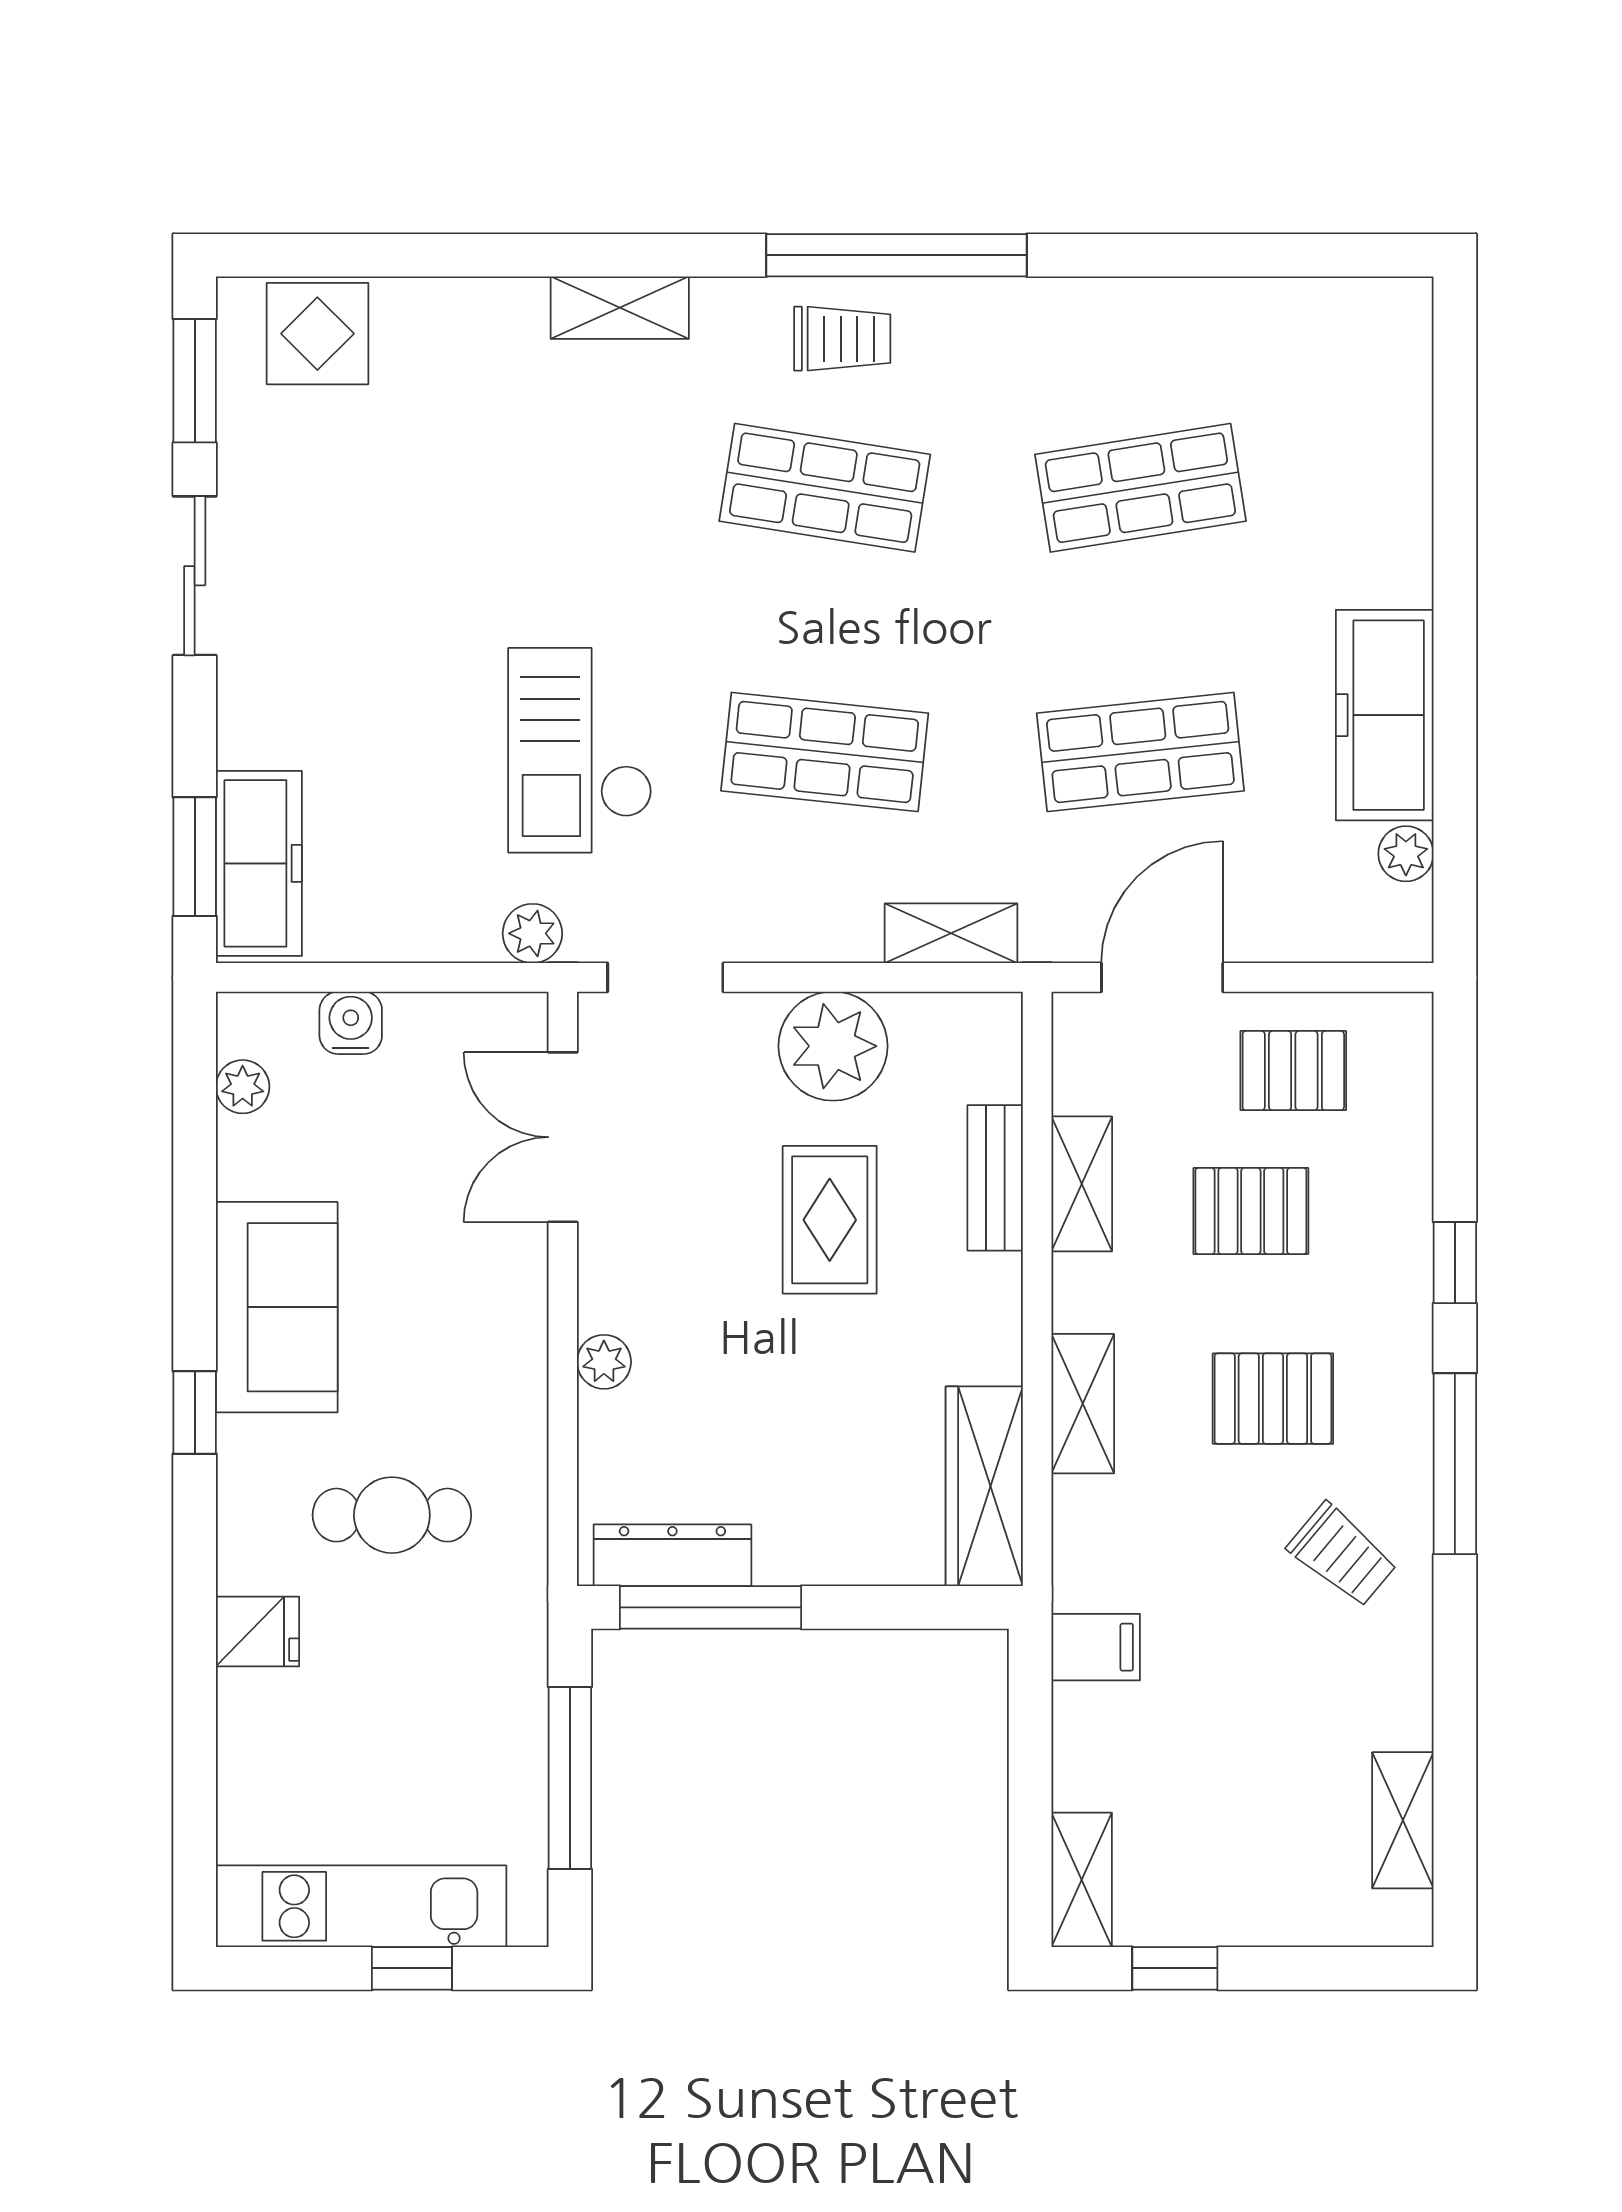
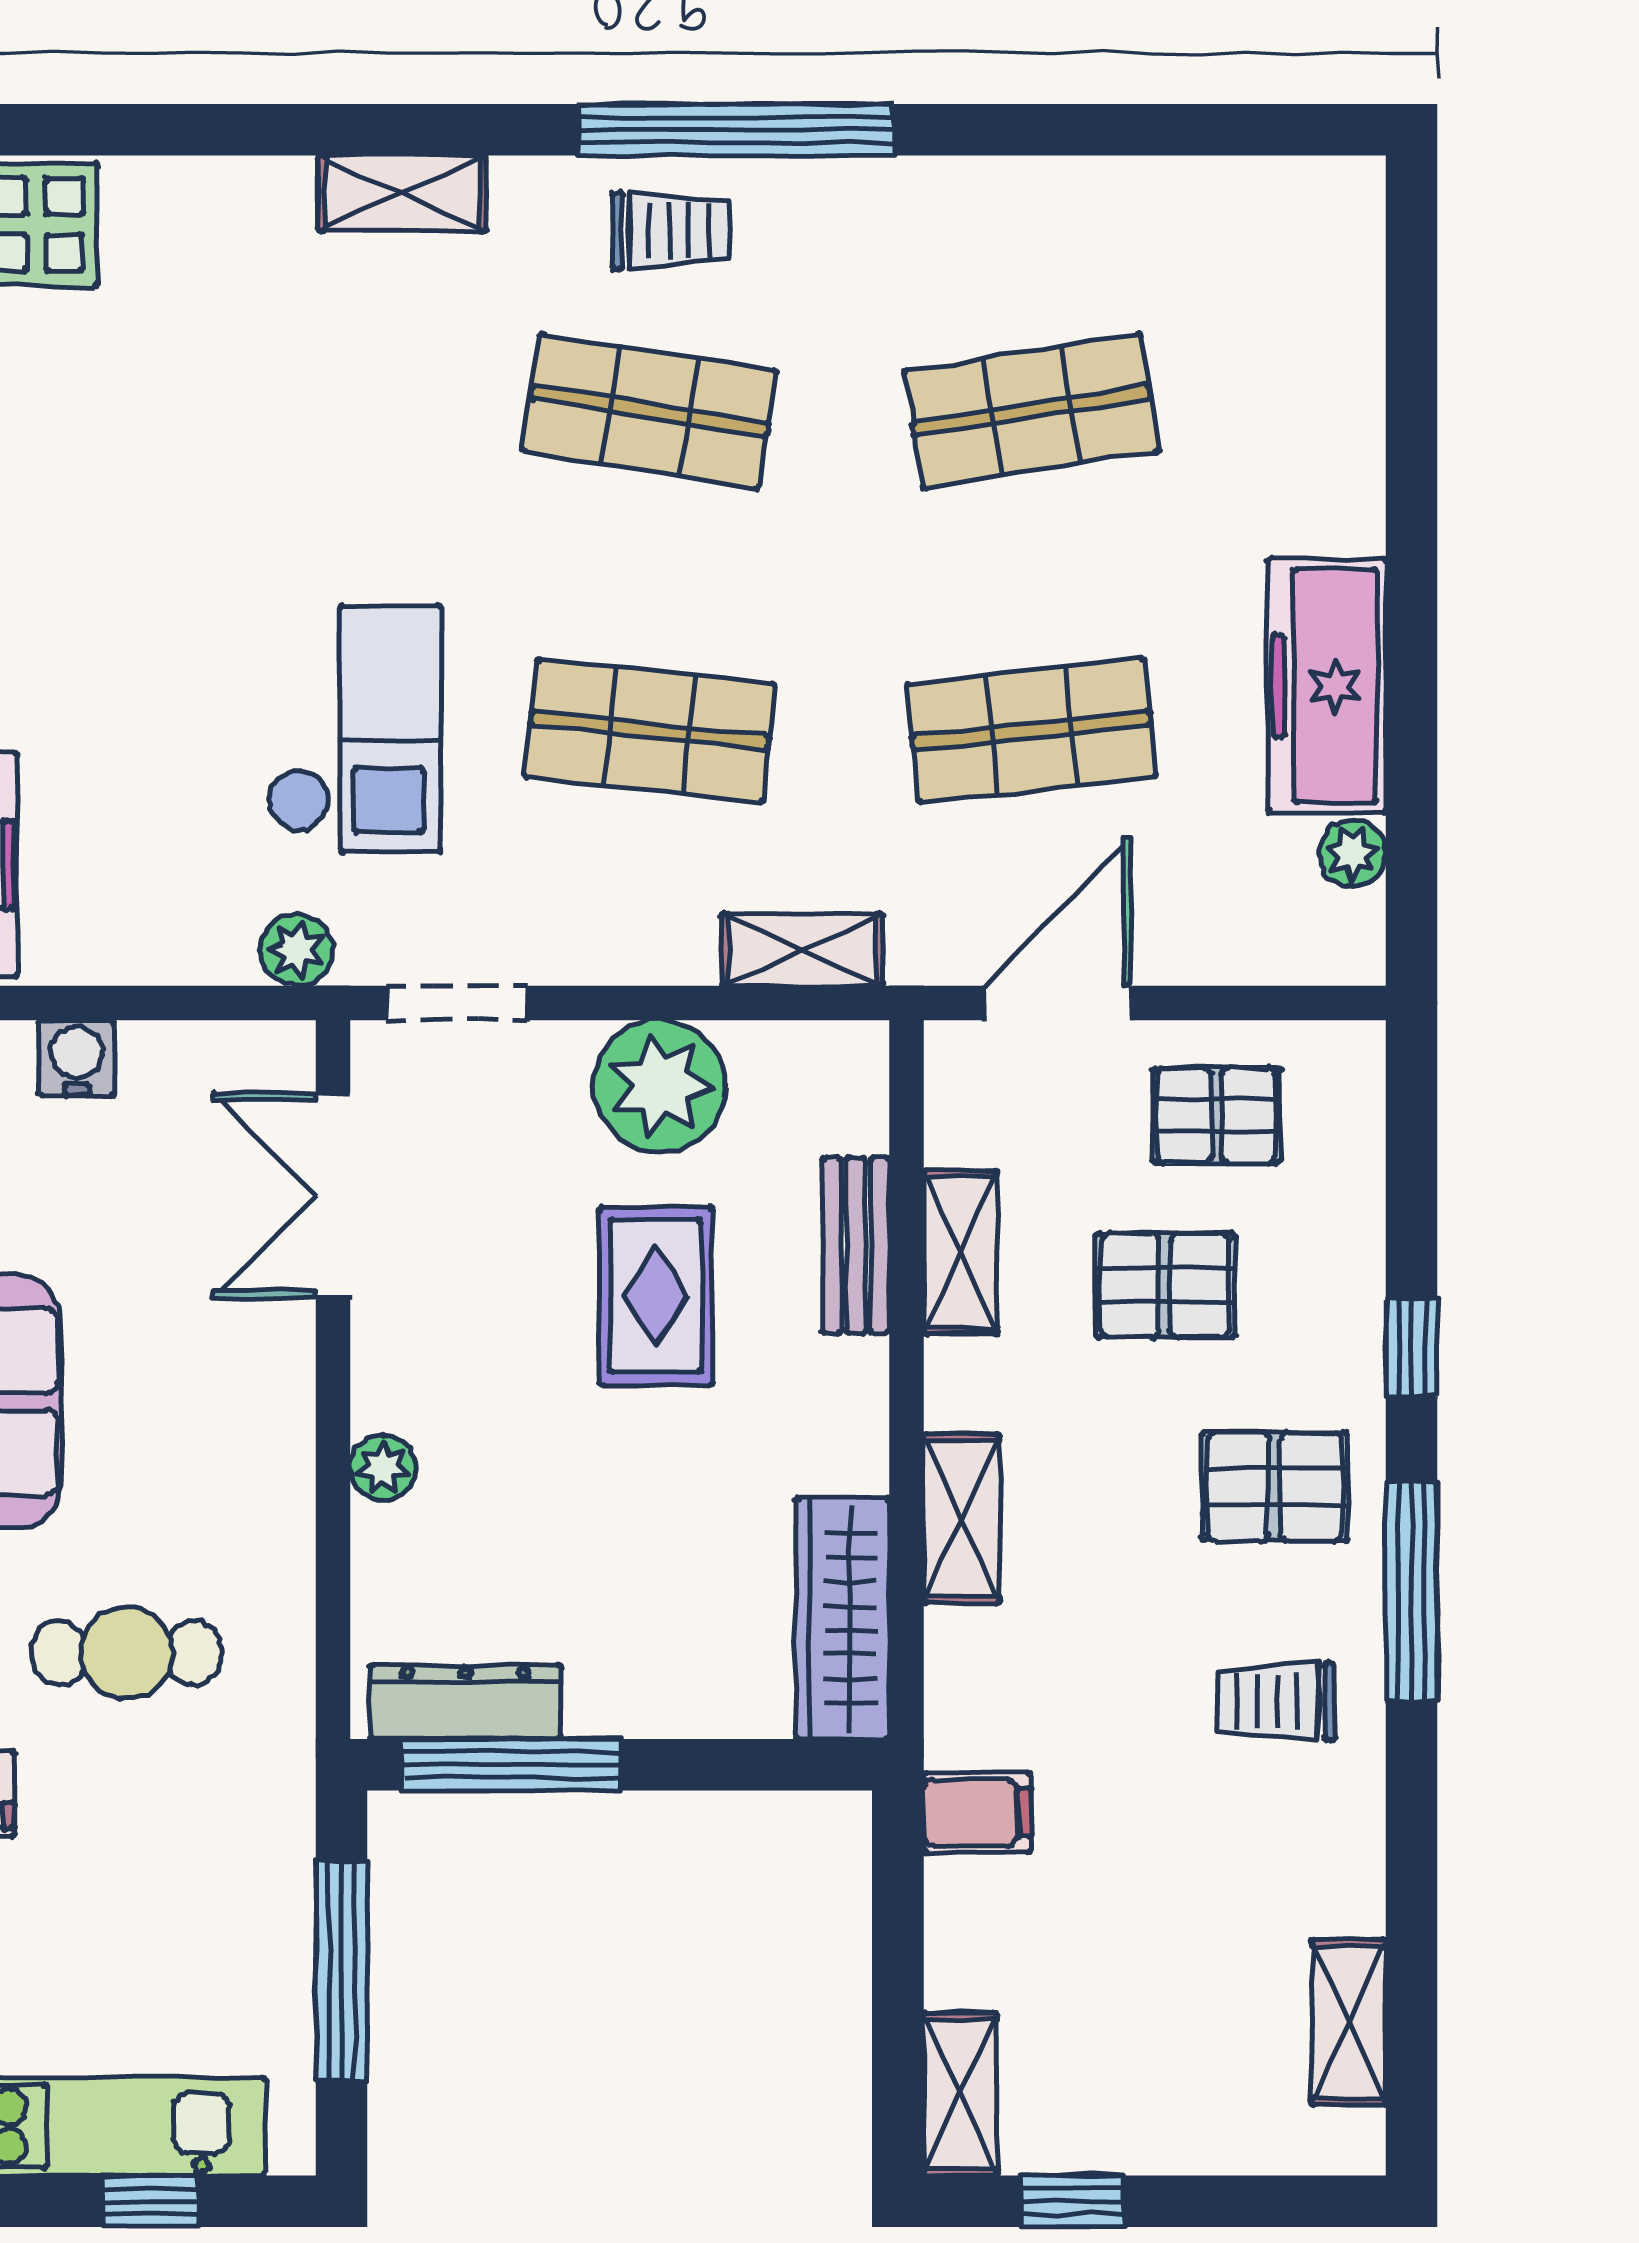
checkout: (580, 750) -> (354, 728), turned 180
pallet: (1273, 1399) -> (1275, 1487), moved
trolley: (1342, 1555) -> (1276, 1701), turned 140

